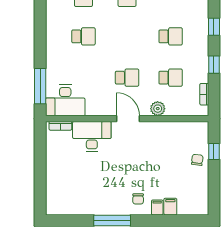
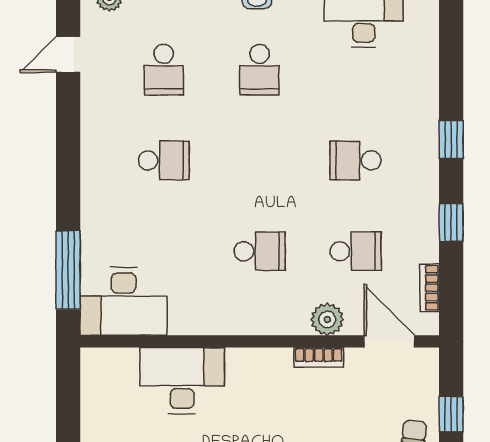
school desk: (171, 36) -> (355, 160), turned 180
door: (128, 119) -> (389, 341), moved
bookcase: (60, 126) -> (319, 357), moved

